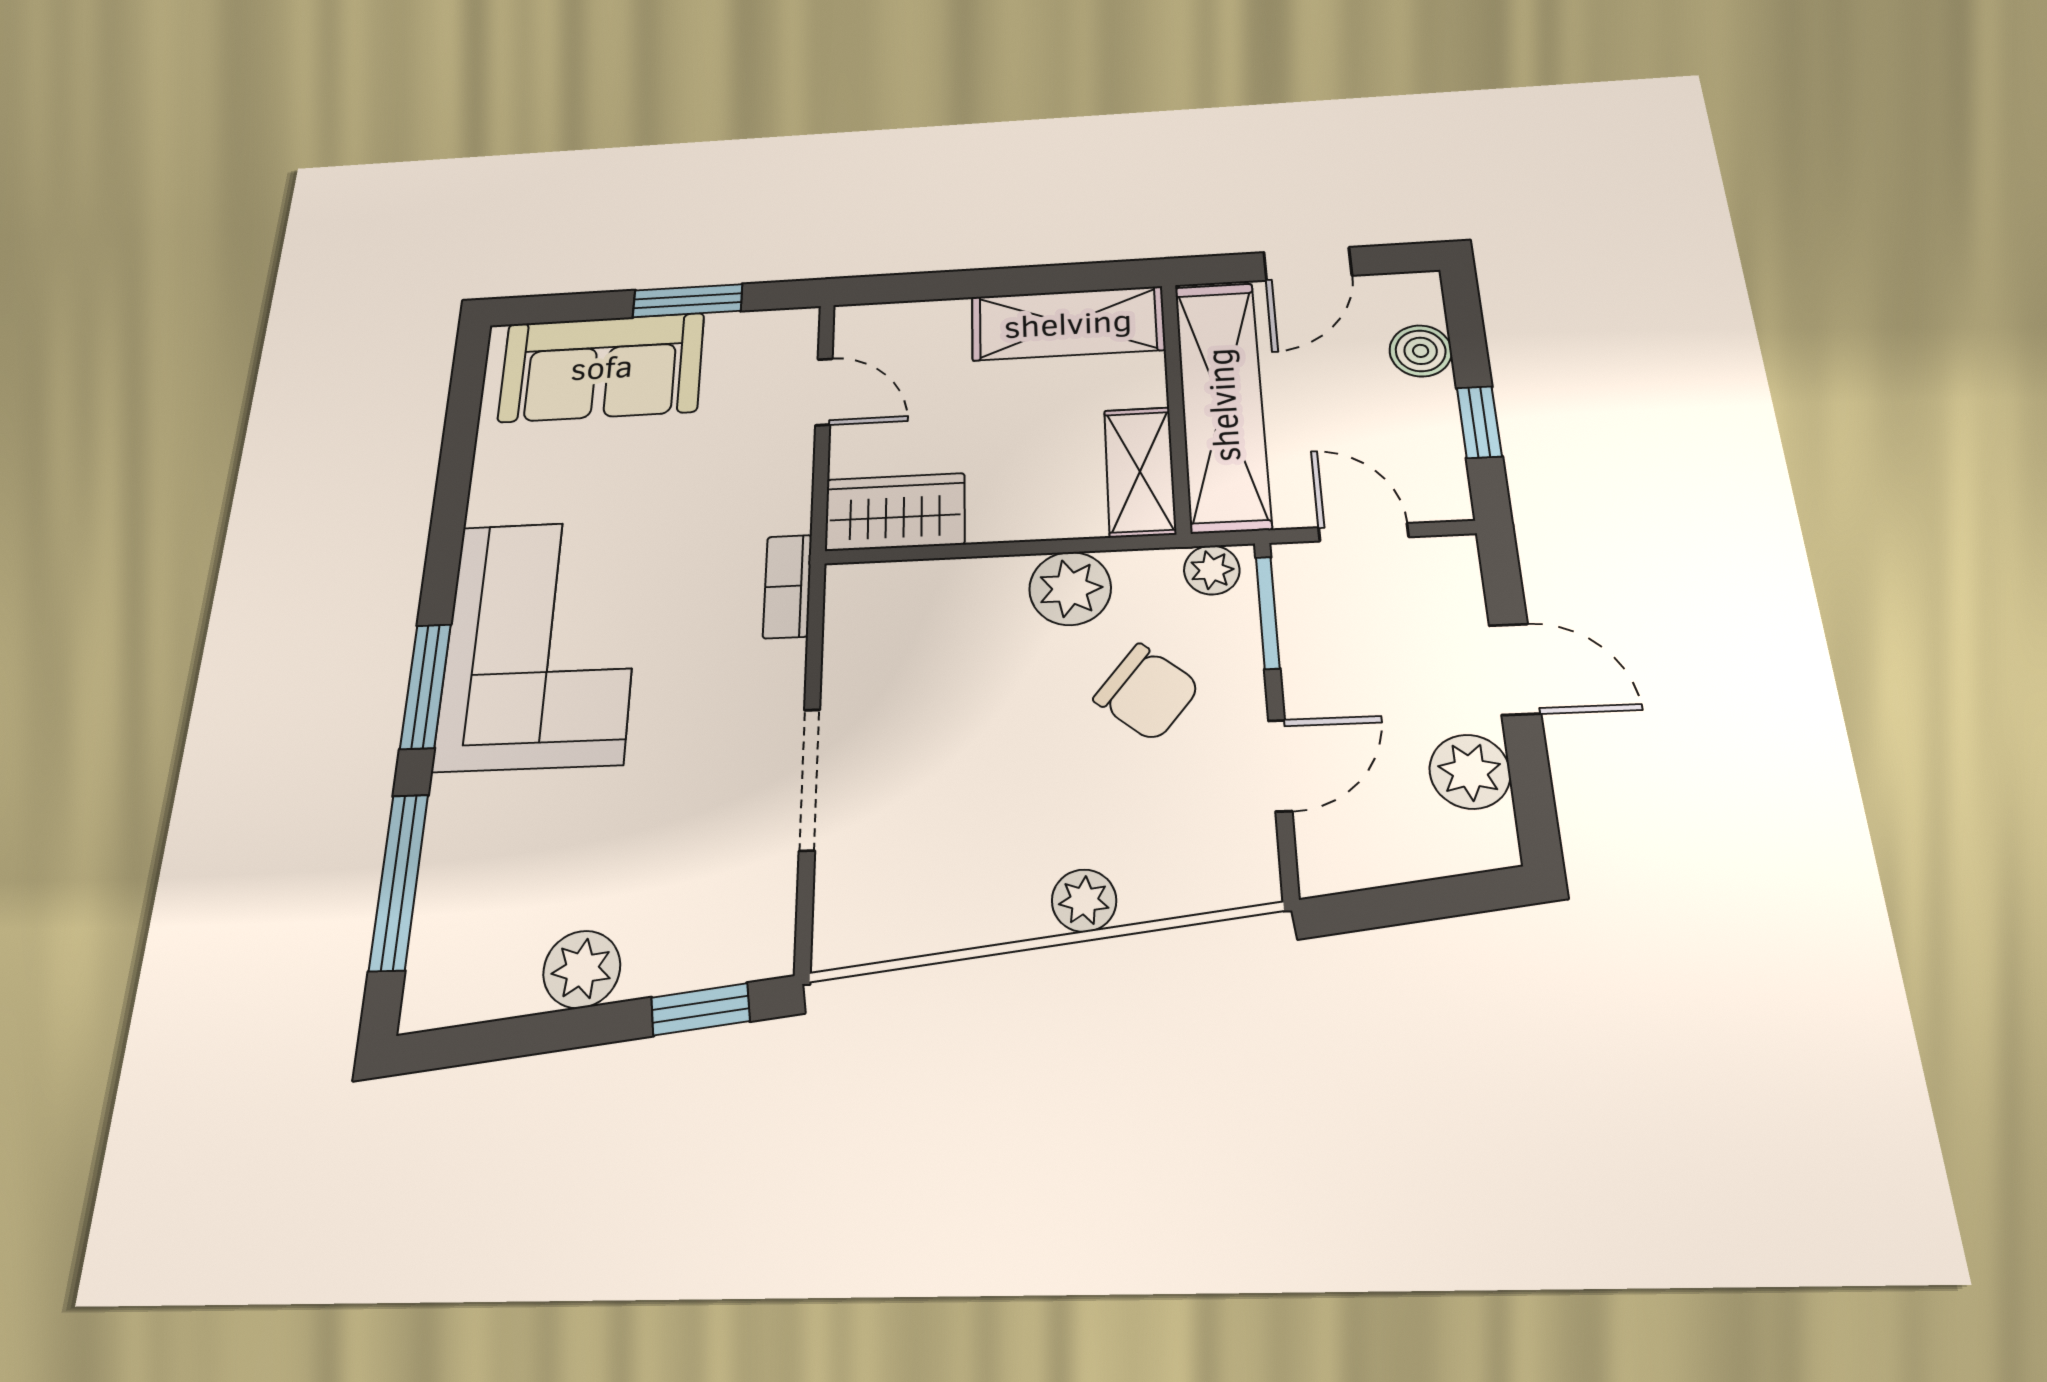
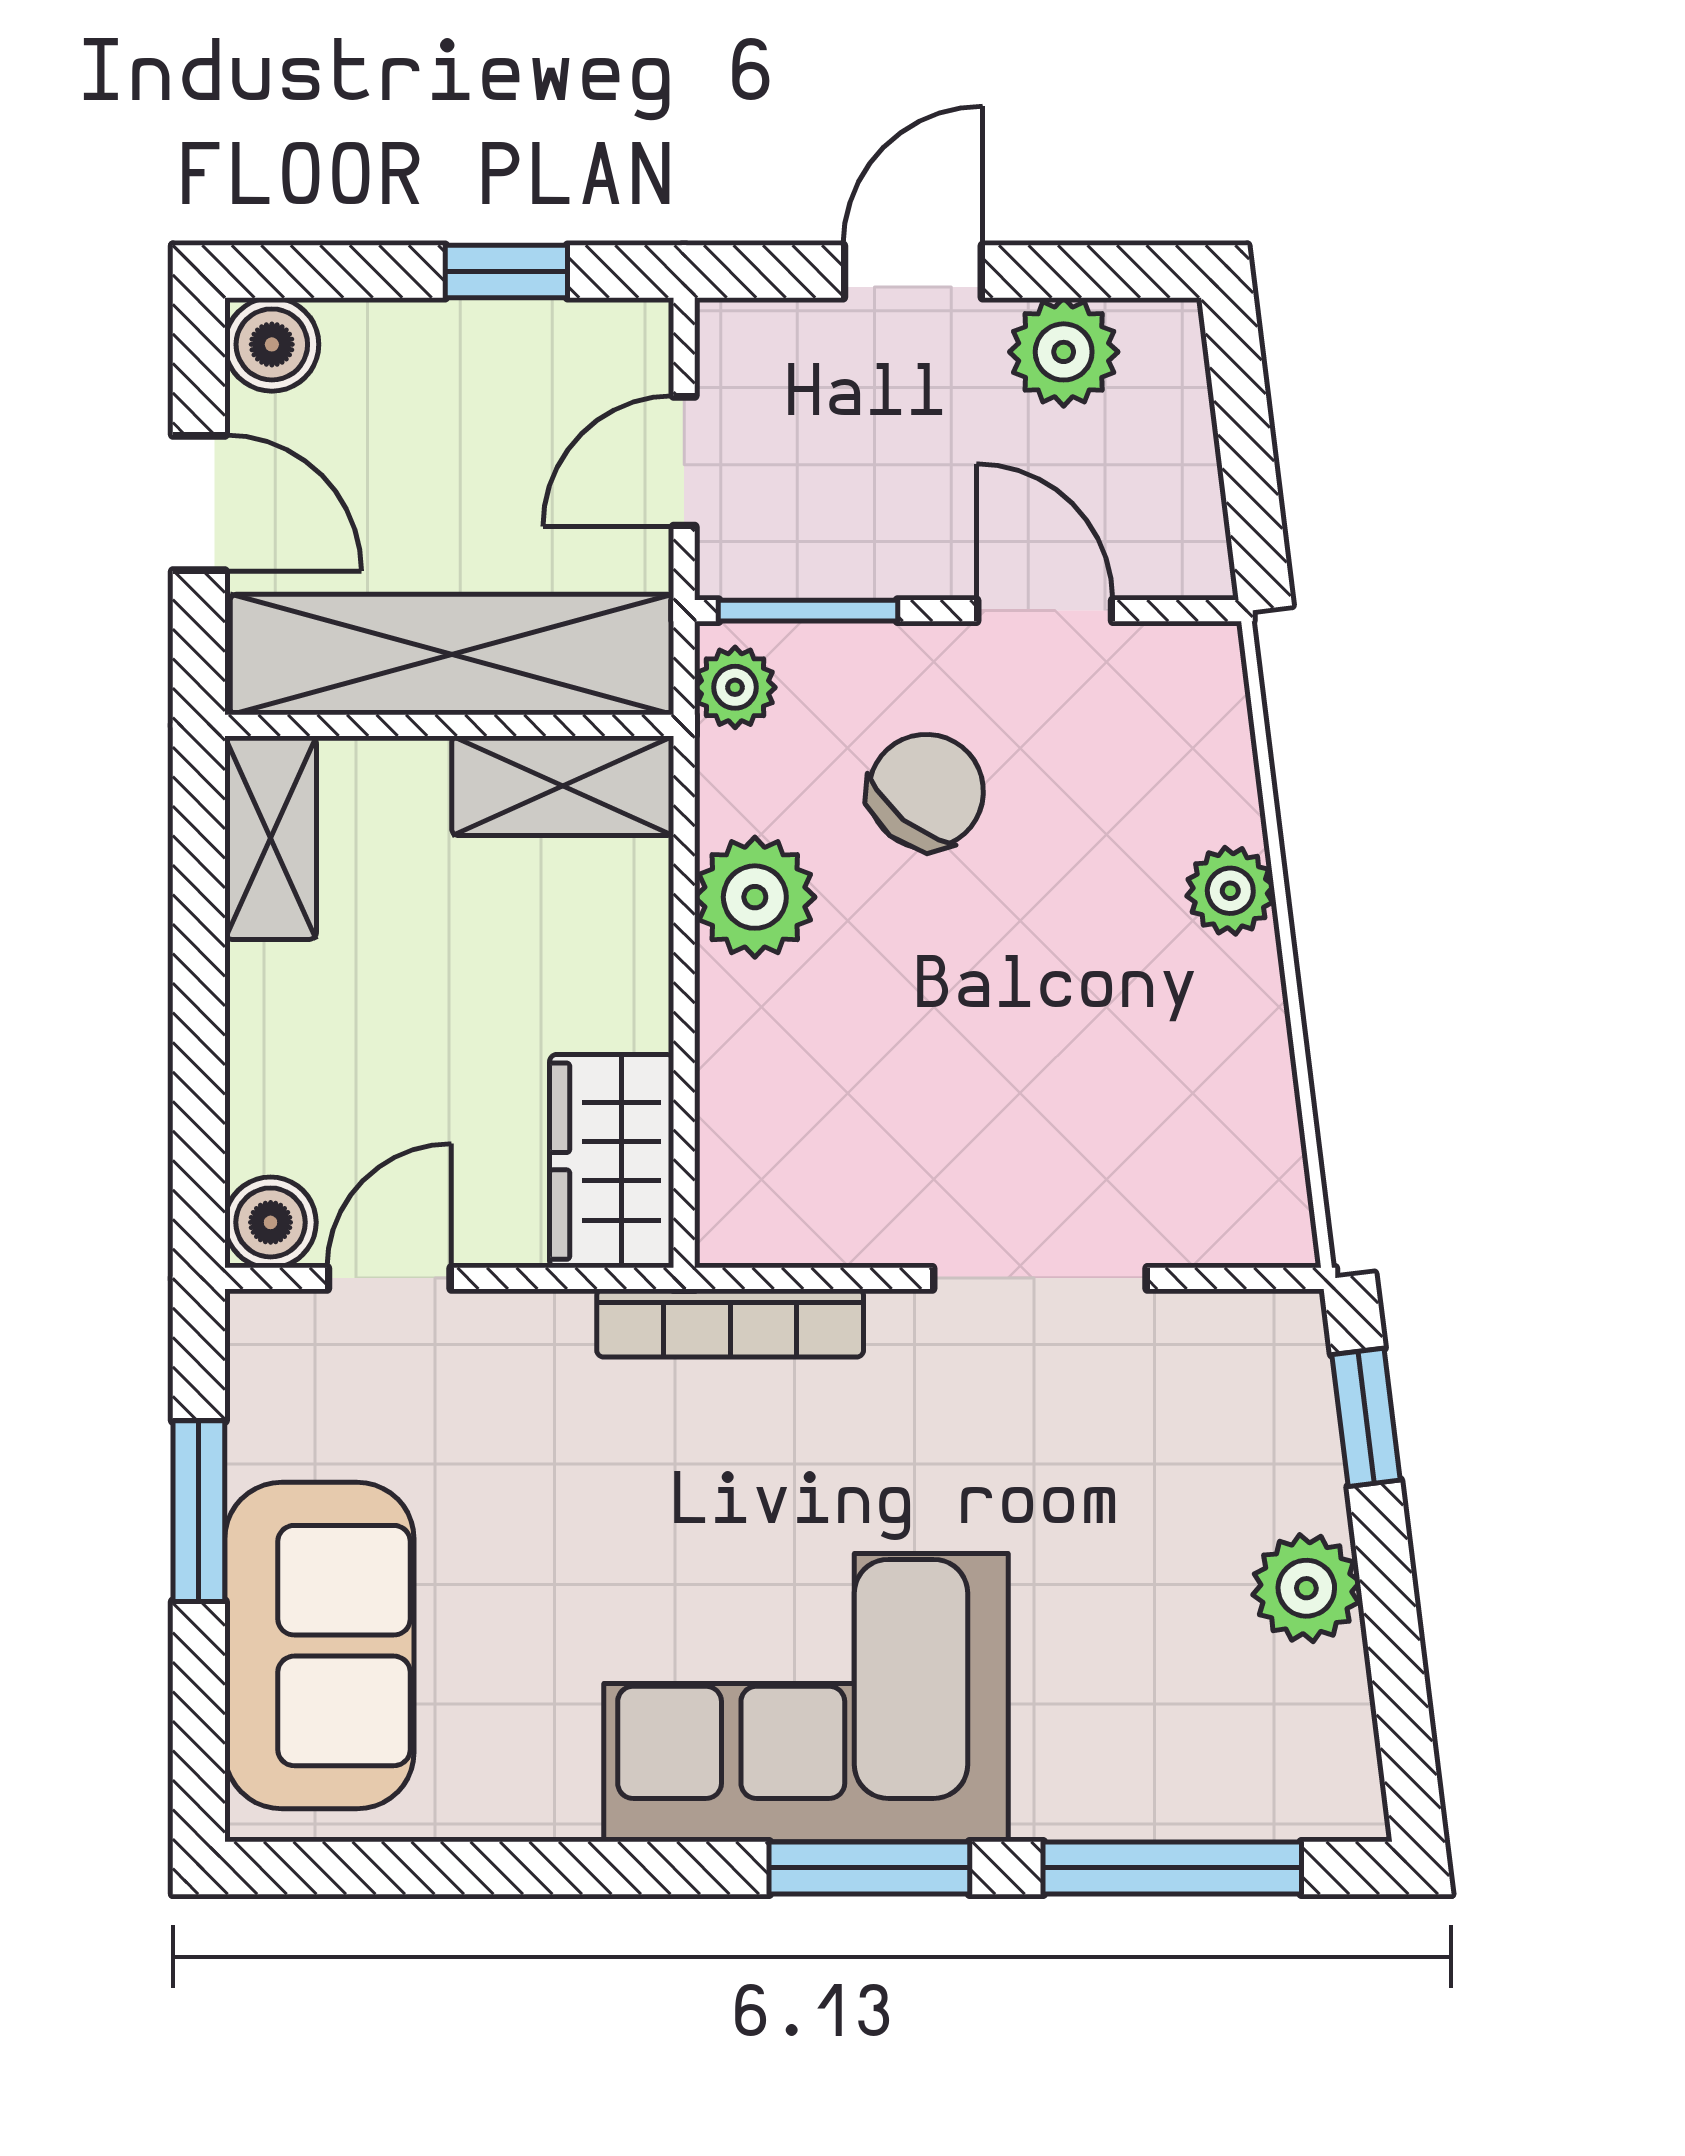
shelving: (1068, 323) -> (271, 838), width x0.67, depth x0.75
boiler: (861, 327) -> (271, 1222), added
boiler: (1421, 351) -> (272, 344), moved
bookcase: (788, 586) -> (730, 1323), width x1.56

